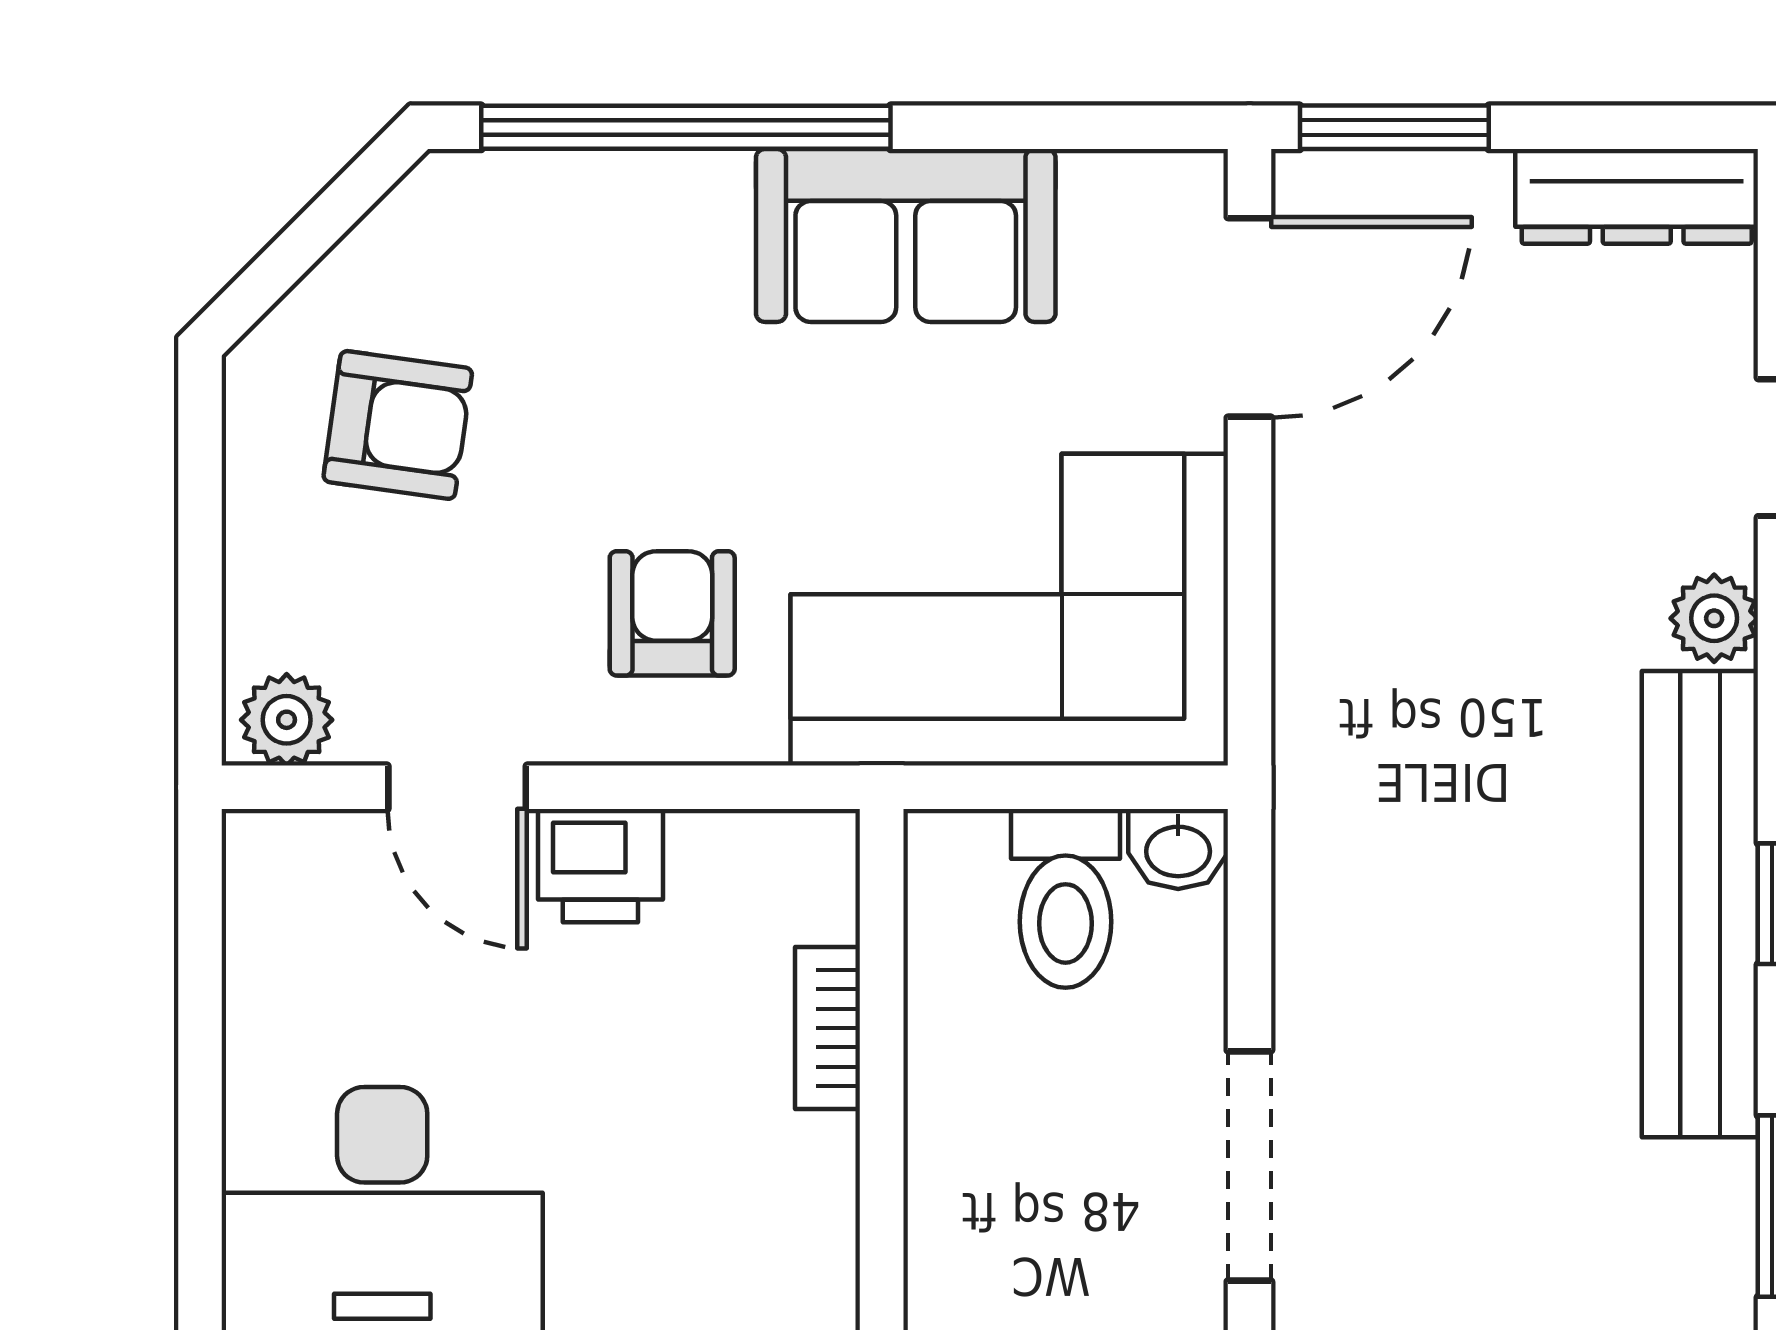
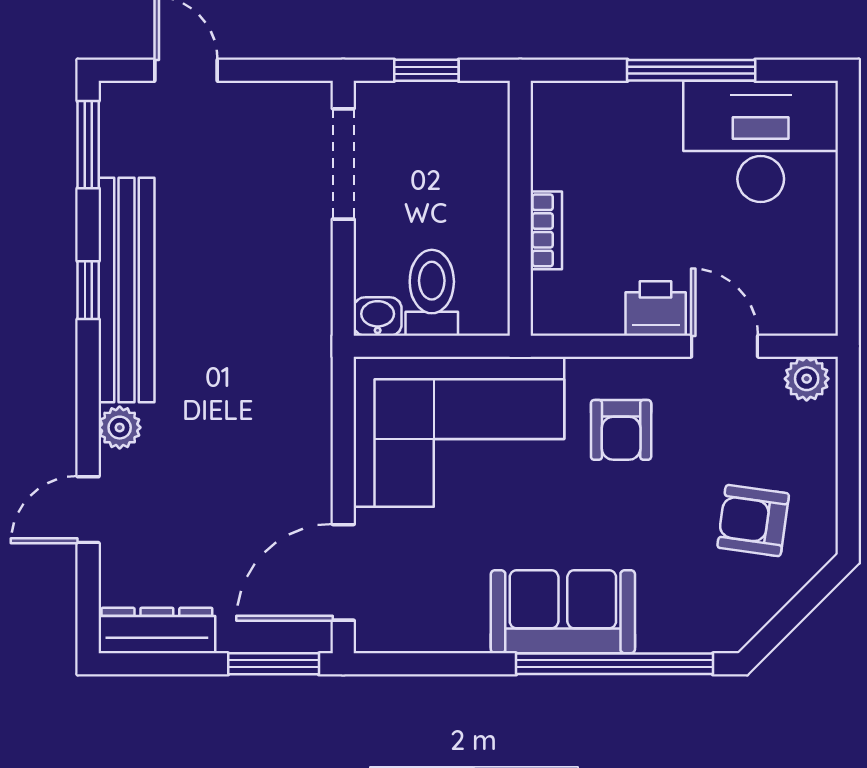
sofa: (906, 236) -> (563, 612), moved

